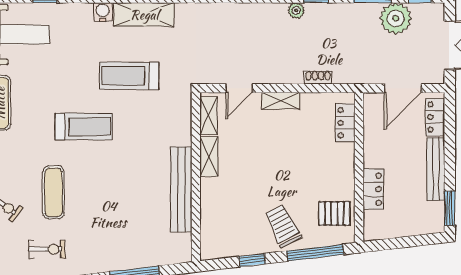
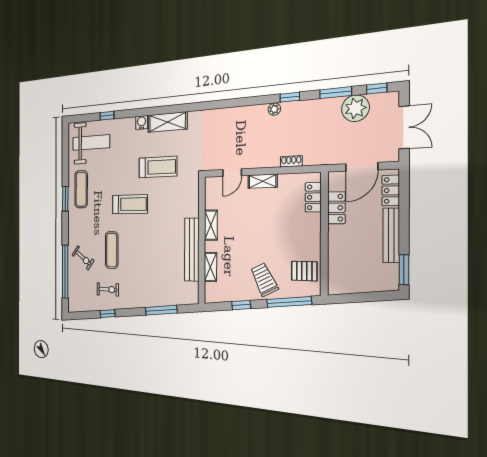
treadmill: (129, 76) -> (158, 167), turned 180
shelving: (209, 116) -> (210, 267), moved
locker: (373, 189) -> (336, 208), moved

